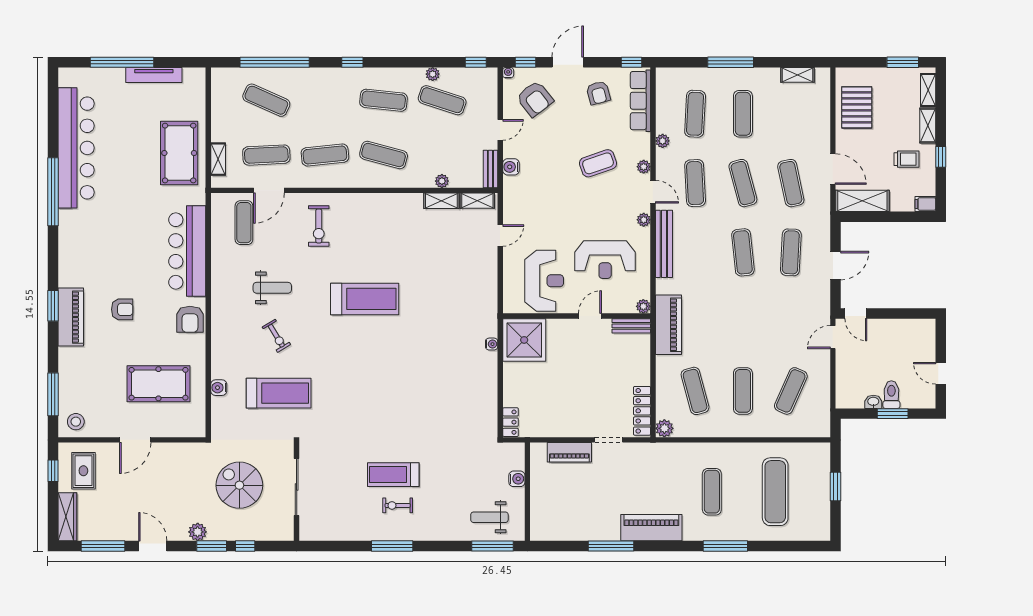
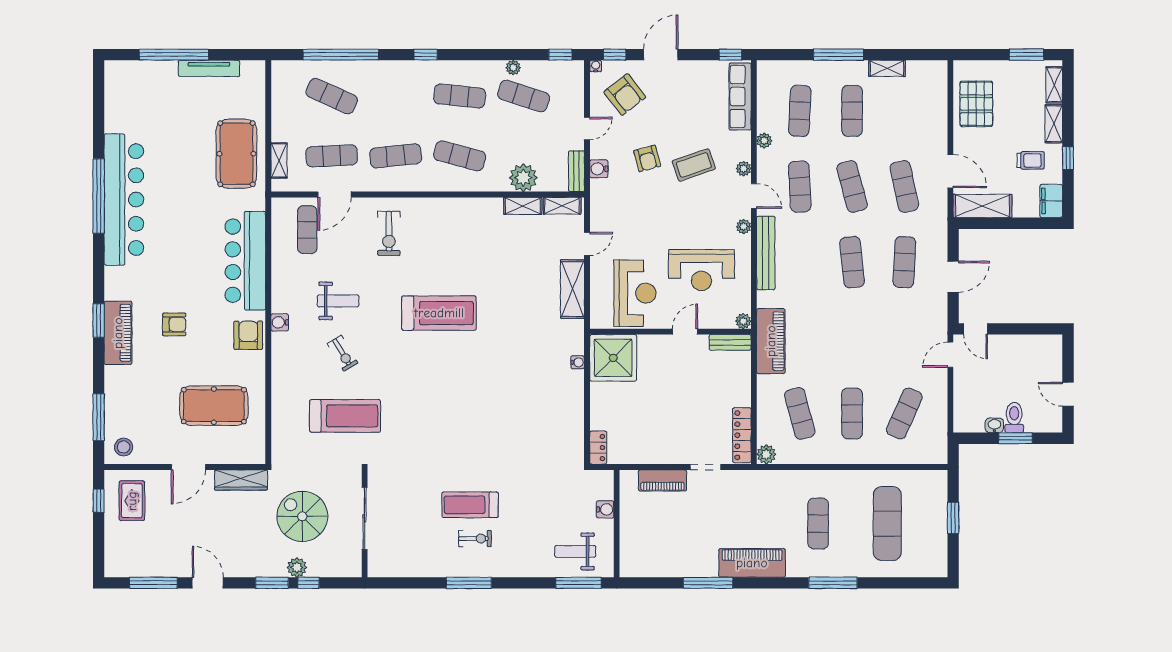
shelving: (797, 75) -> (887, 68), moved
armchair: (598, 93) -> (647, 158), moved
bar counter: (76, 148) -> (124, 200), moved
plant: (442, 181) -> (523, 178), width x1.87, depth x1.87
filing cabinet: (925, 204) -> (1051, 201), width x2.00
shelving: (487, 277) -> (572, 289), added
armchair: (190, 319) -> (248, 335), turned 180
water cooler: (219, 388) -> (280, 322), moved
exercise bike: (398, 505) -> (475, 539), turned 180
wardrobe: (67, 517) -> (241, 480), moved, turned 90
plant: (198, 532) -> (297, 567), moved

